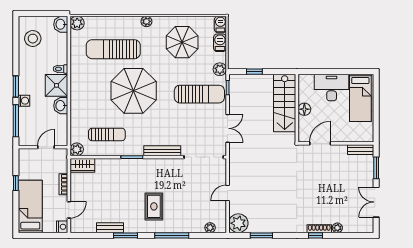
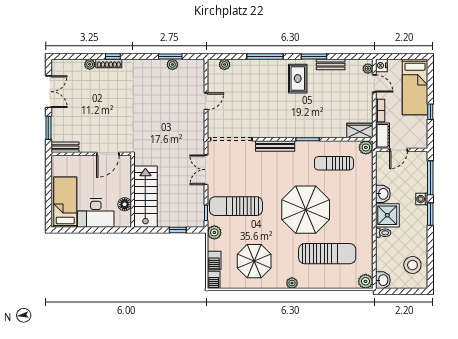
floor lamp: (304, 109) -> (125, 204), moved
cot: (61, 160) -> (383, 136), added
rug: (154, 206) -> (298, 79), moved
door: (69, 210) -> (374, 83), swing flipped
plant: (238, 223) -> (172, 64), moved, width x0.53, depth x0.53
plant: (75, 224) -> (368, 69), added

